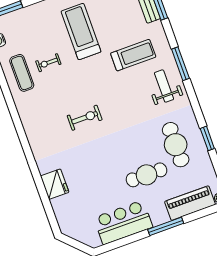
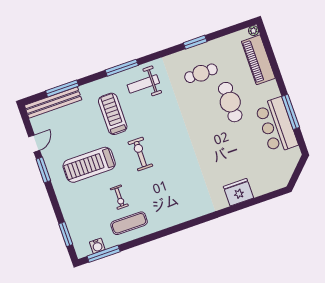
exercise bike: (85, 118) -> (140, 154), moved
cafe table: (176, 145) -> (201, 73), width x0.73, depth x0.74
window: (166, 226) -> (291, 112), moved

